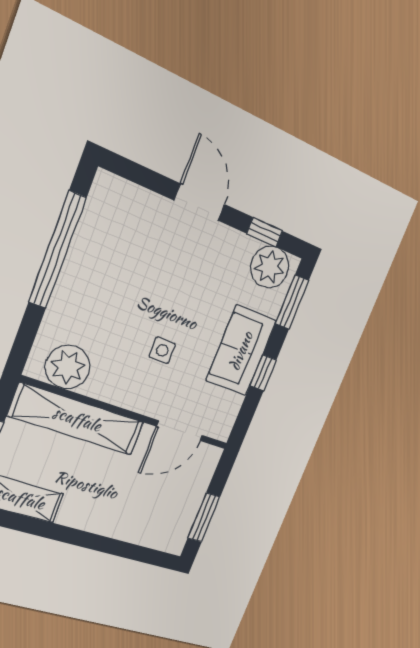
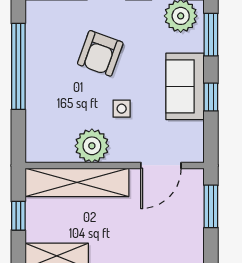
armchair: (164, 274) -> (100, 53), added
plant: (68, 367) -> (92, 146), moved
window: (204, 517) -> (211, 206), moved

